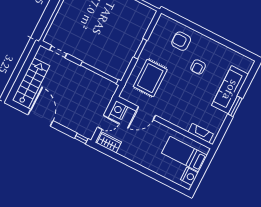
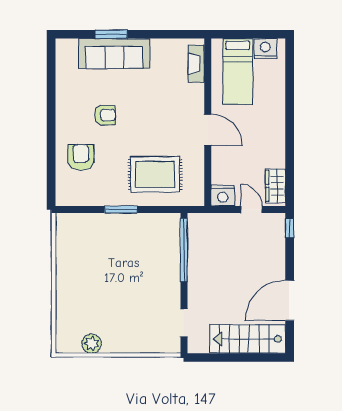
armchair: (181, 41) -> (81, 157), turned 180
window: (235, 106) -> (111, 34), moved
door: (146, 113) -> (208, 130), moved

